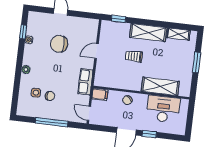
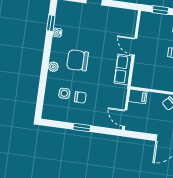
chair: (59, 44) -> (78, 60), moved
door: (97, 51) -> (135, 47), hinge flipped
row of seats: (85, 82) -> (123, 69), moved
window: (52, 122) -> (82, 128), width x0.46

